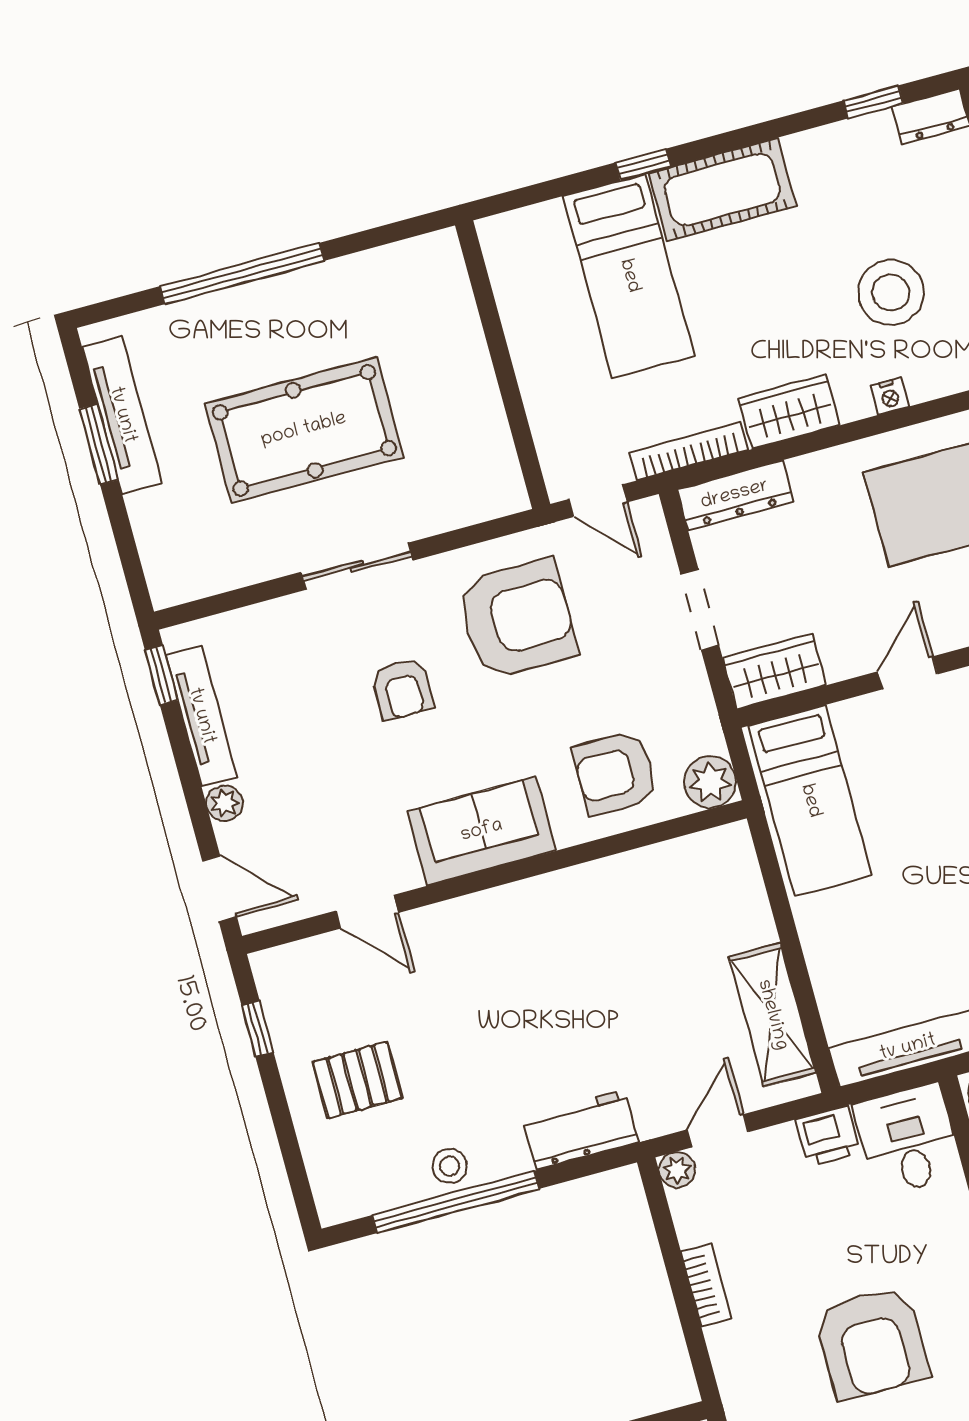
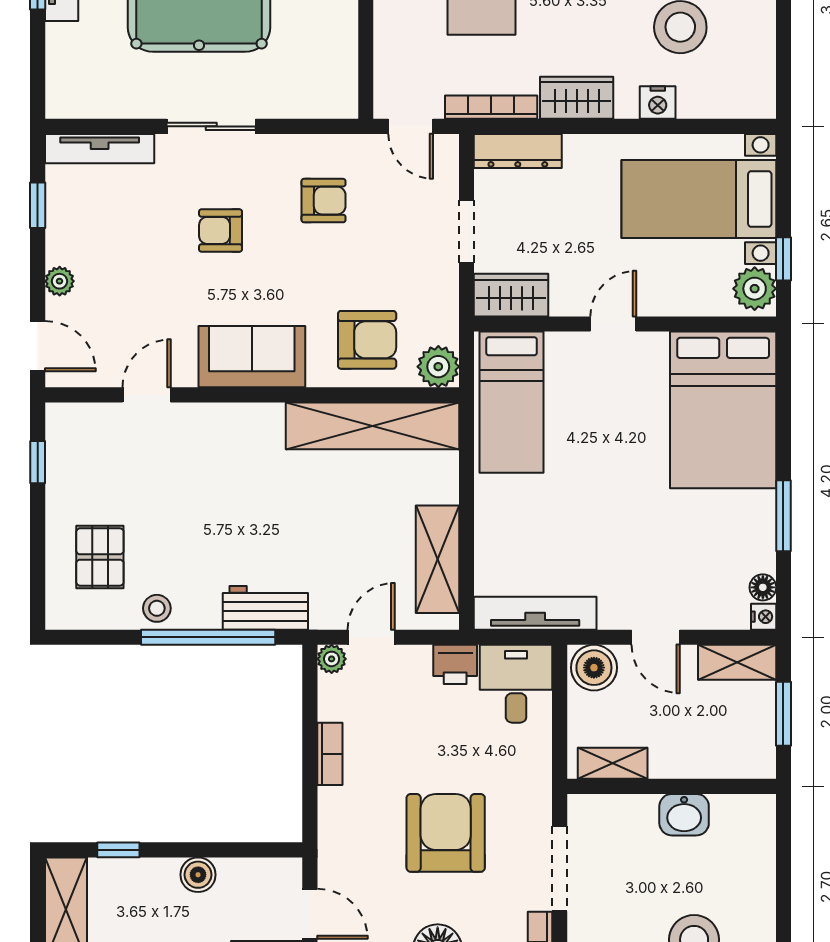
nightstand: (890, 396) -> (658, 103), width x1.39, depth x1.35
armchair: (517, 619) -> (324, 201), width x0.53, depth x0.53
window: (161, 675) -> (38, 205), moved
armchair: (402, 689) -> (220, 230), turned 90
tv unit: (201, 716) -> (100, 149), moved, turned 90
armchair: (615, 773) -> (367, 340), turned 180
shelving: (650, 875) -> (372, 426), added
door: (367, 912) -> (147, 395), swing flipped
pallet: (357, 1080) -> (100, 557), moved, turned 90
window: (455, 1202) -> (208, 637), moved
armchair: (872, 1343) -> (446, 833), turned 180

